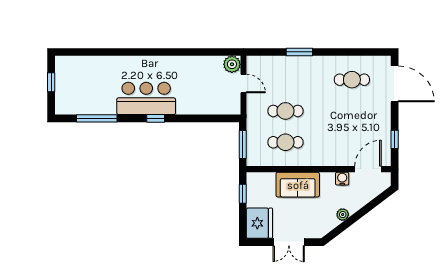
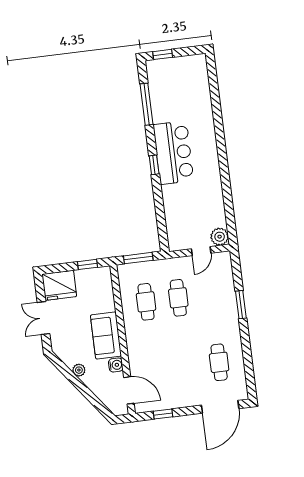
window: (51, 82) -> (163, 54), moved
sofa: (298, 185) -> (106, 336), moved

